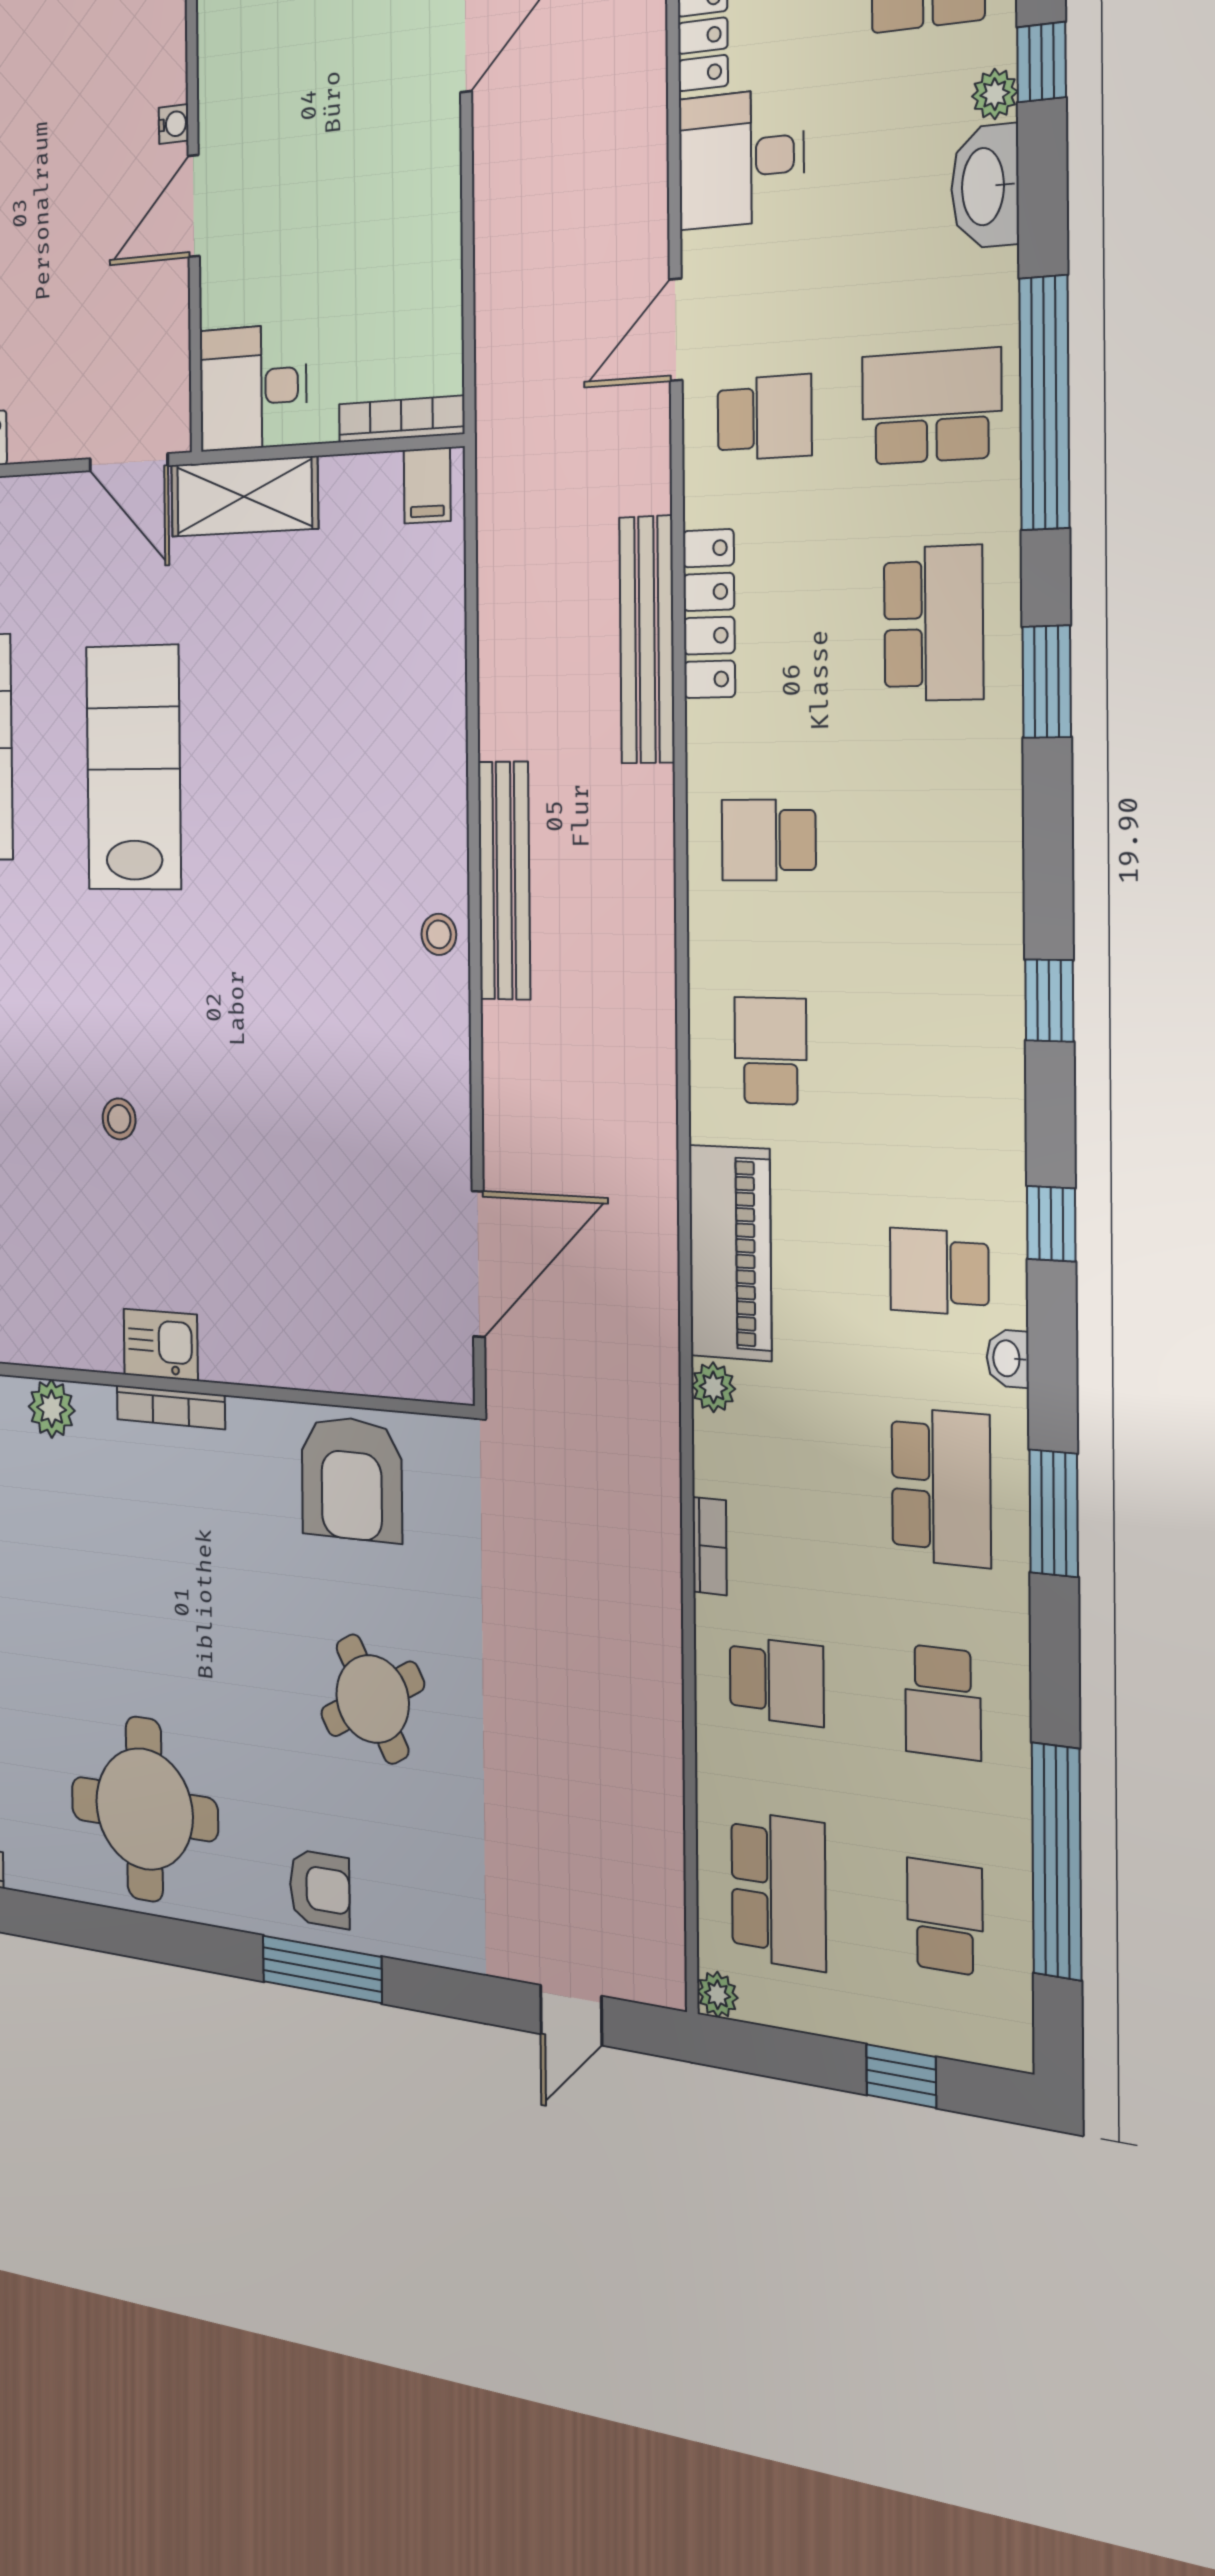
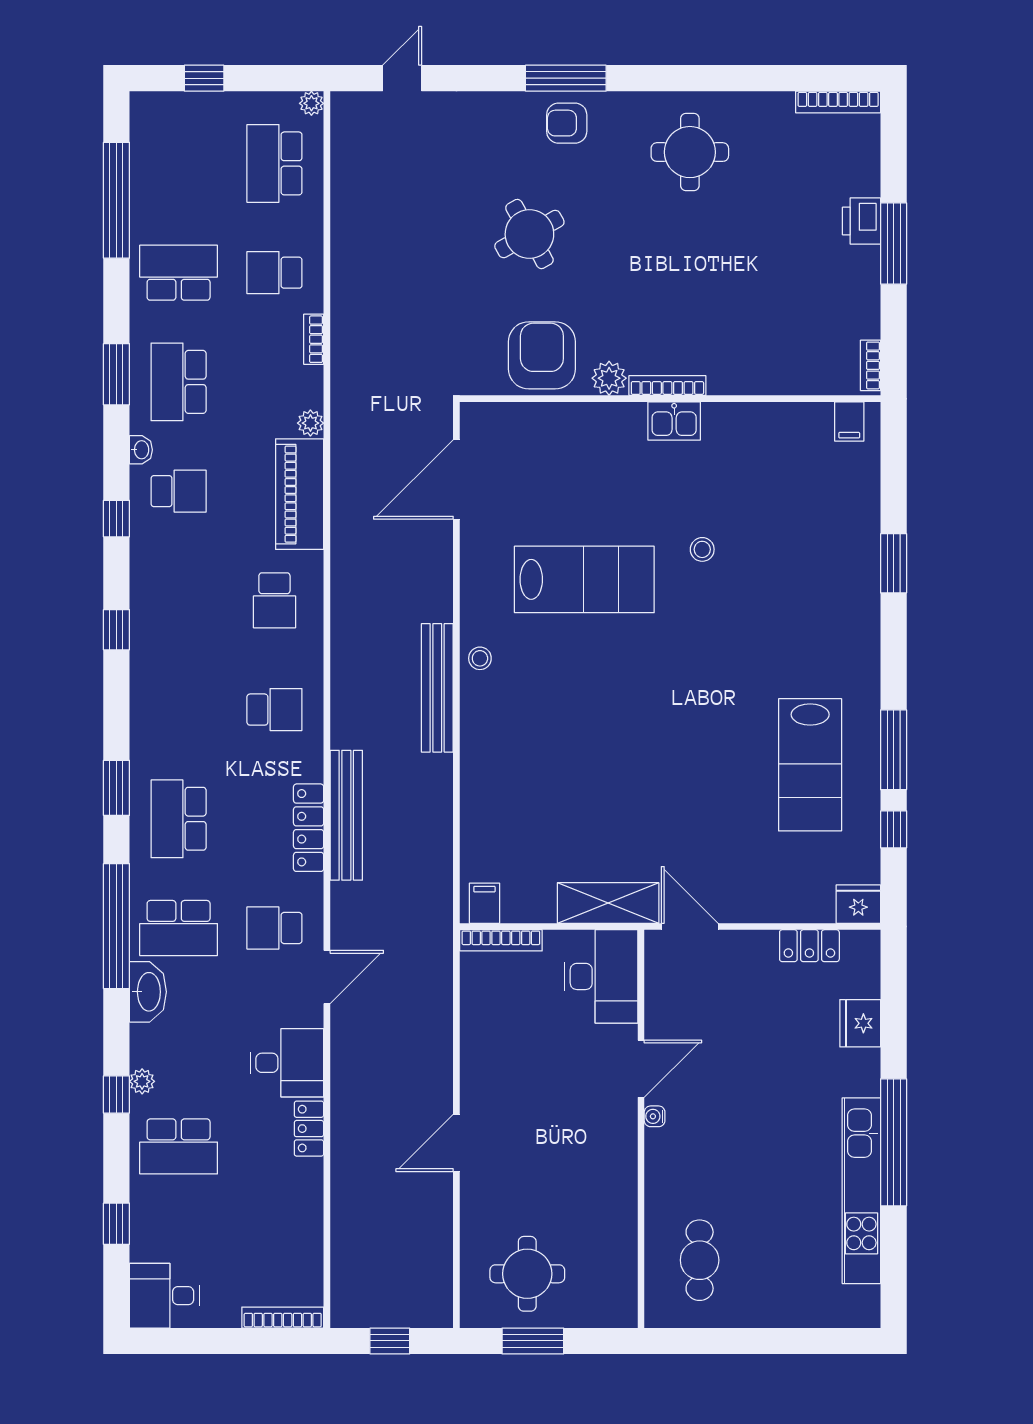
washbasin: (985, 186) -> (148, 992), moved
desk: (253, 387) -> (601, 976), width x1.37
lab bench: (133, 768) -> (584, 579), moved, turned -90
plant: (52, 1409) -> (609, 378), moved
school desk: (943, 1702) -> (179, 273), width x1.85
round table: (144, 1809) -> (690, 152), width x0.73, depth x0.73
school desk: (945, 1917) -> (179, 163), removed

